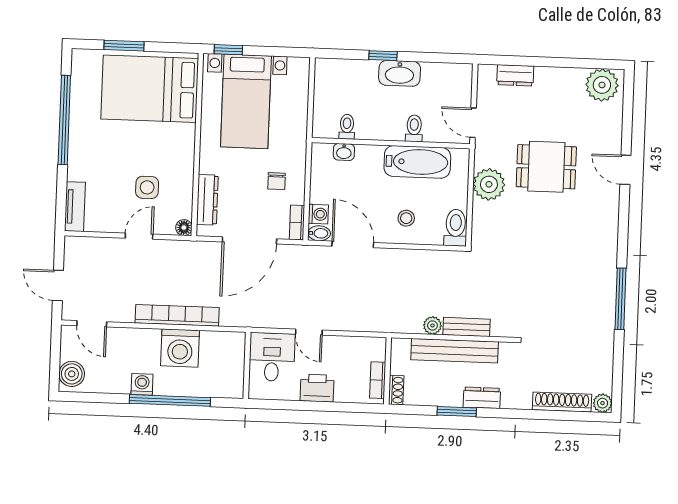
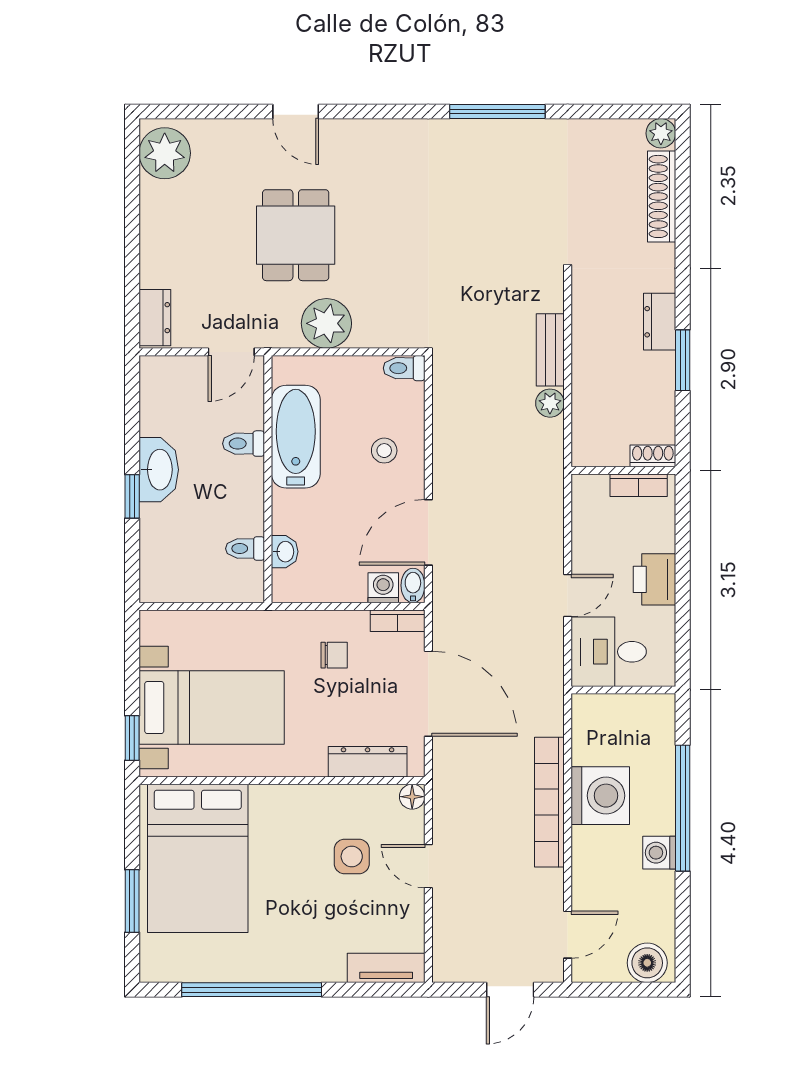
dresser: (515, 75) -> (155, 318), moved
door: (625, 170) -> (296, 111), hinge flipped
toilet: (456, 228) -> (404, 368), width x0.73, depth x0.72
bench: (455, 351) -> (588, 367), removed

